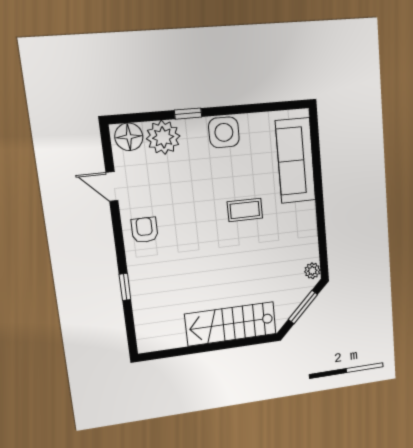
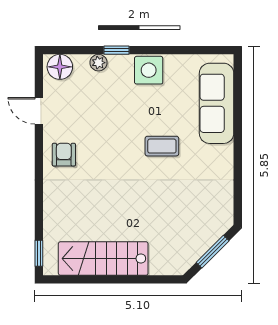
plant: (163, 137) -> (98, 63), width x0.53, depth x0.53
plant: (312, 271) -> (225, 215), removed
window: (125, 287) -> (39, 253), moved
stairs: (231, 324) -> (103, 259), moved

